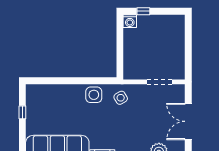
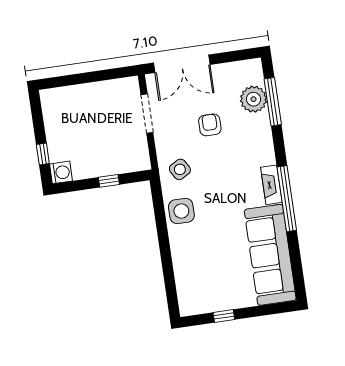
window: (120, 51) -> (109, 181), added
armchair: (146, 121) -> (210, 125), added
double door: (188, 121) -> (182, 64), moved

